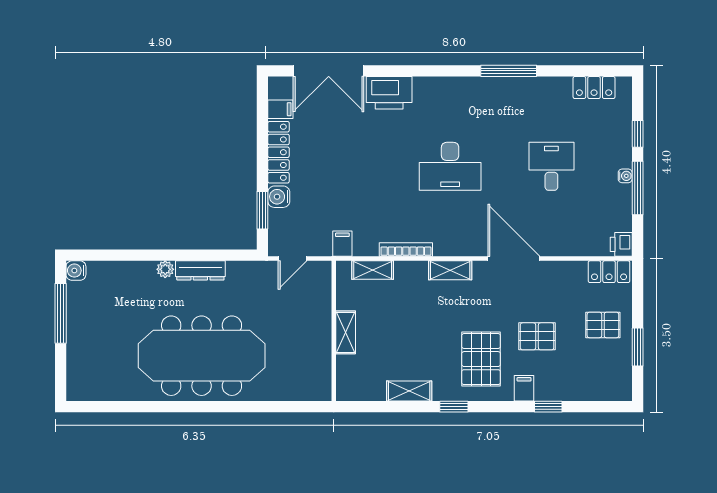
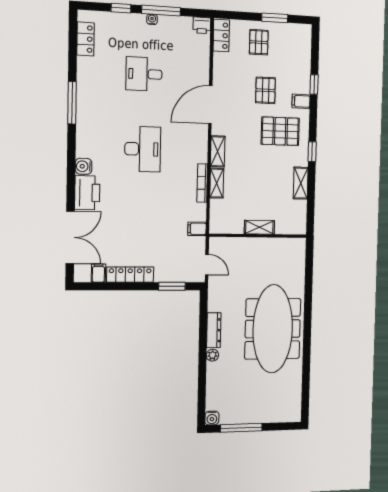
water cooler: (279, 197) -> (84, 166), moved, turned 90
shelving: (373, 270) -> (217, 183), moved

